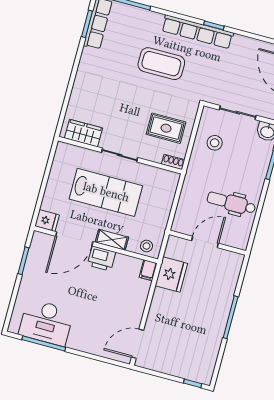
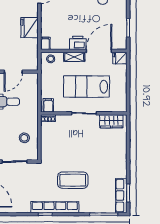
rug: (166, 128) -> (58, 139), removed
filing cabinet: (168, 180) -> (48, 105), added
fridge: (171, 275) -> (29, 28), moved

